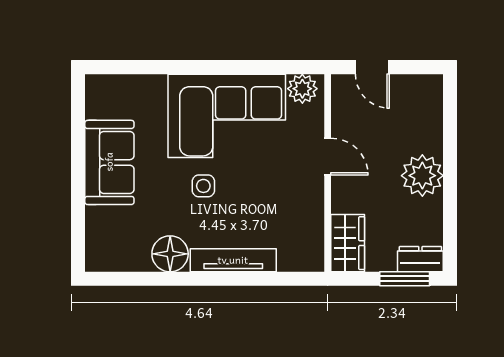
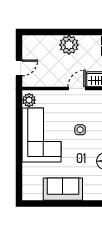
door: (328, 157) -> (77, 88), moved
side table: (203, 186) -> (80, 130), moved

